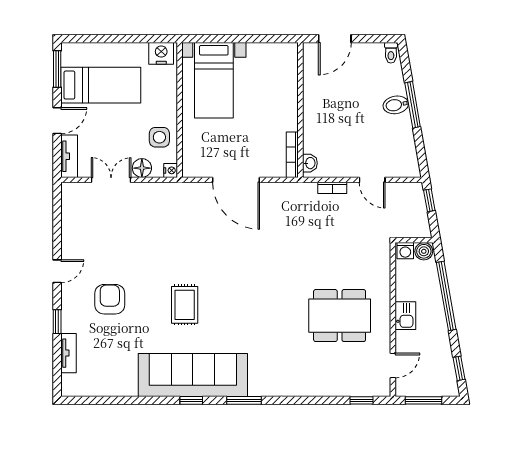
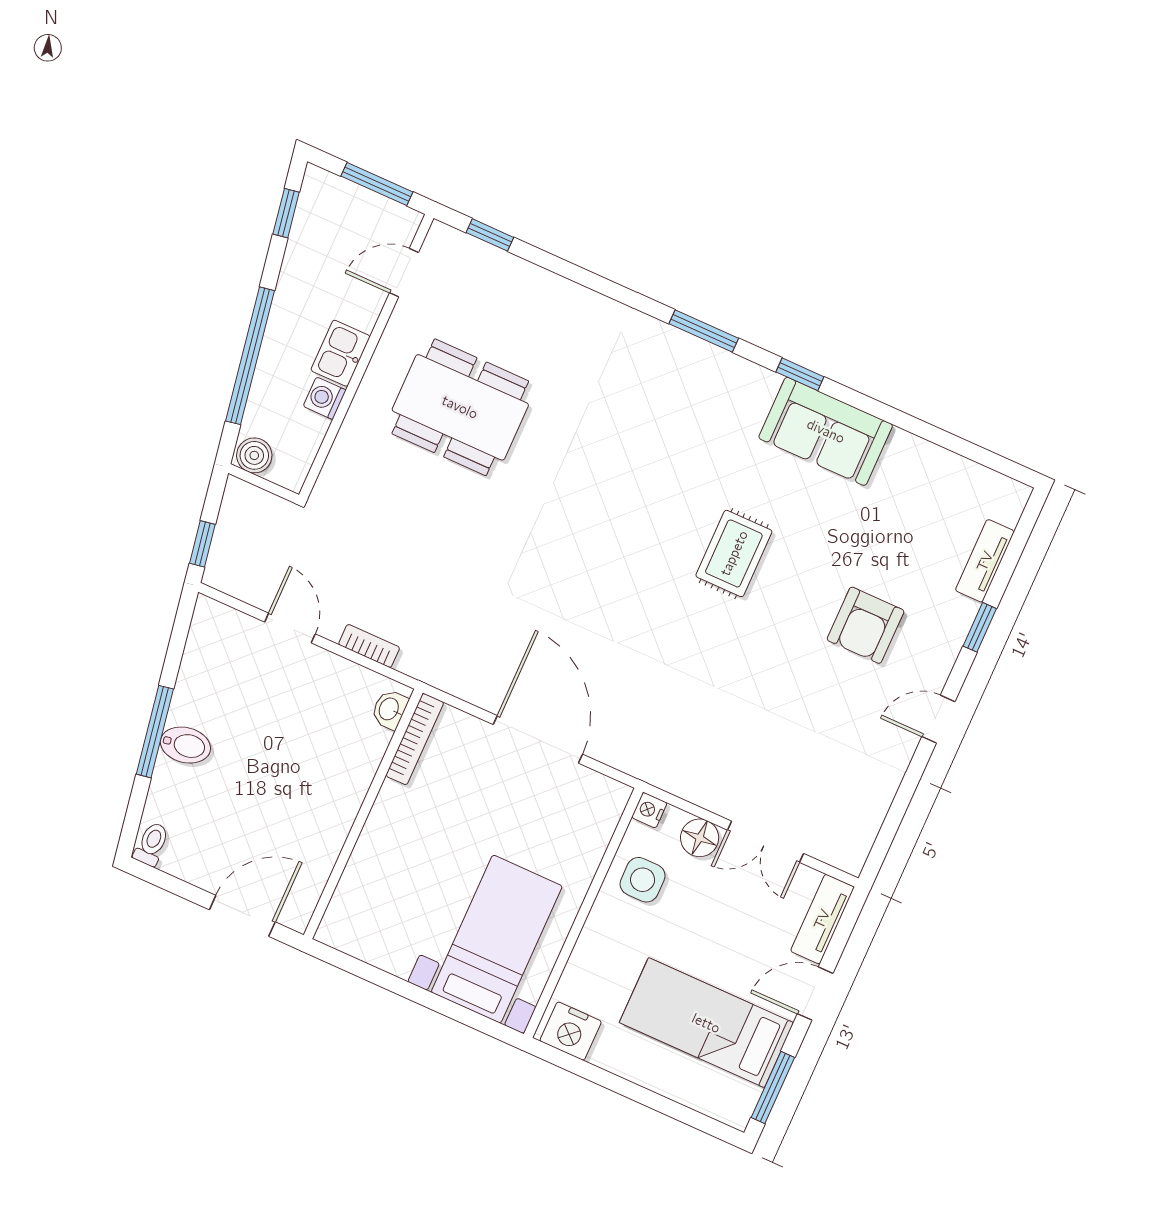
washing machine: (405, 251) -> (325, 398), moved, turned -90
sofa: (193, 375) -> (826, 431), width x0.54, depth x0.79

